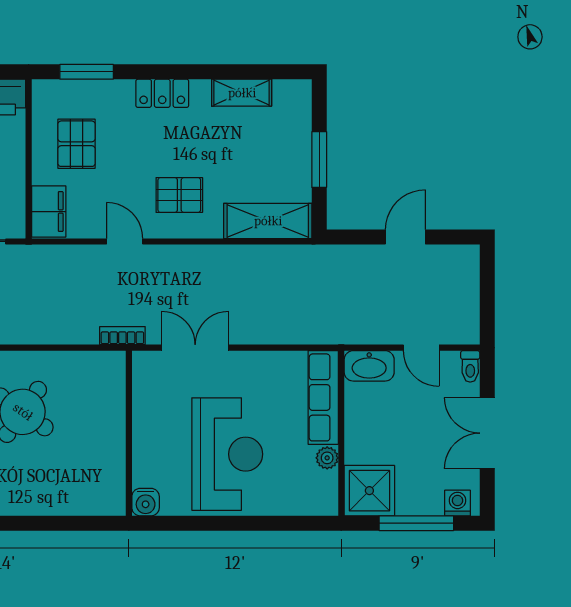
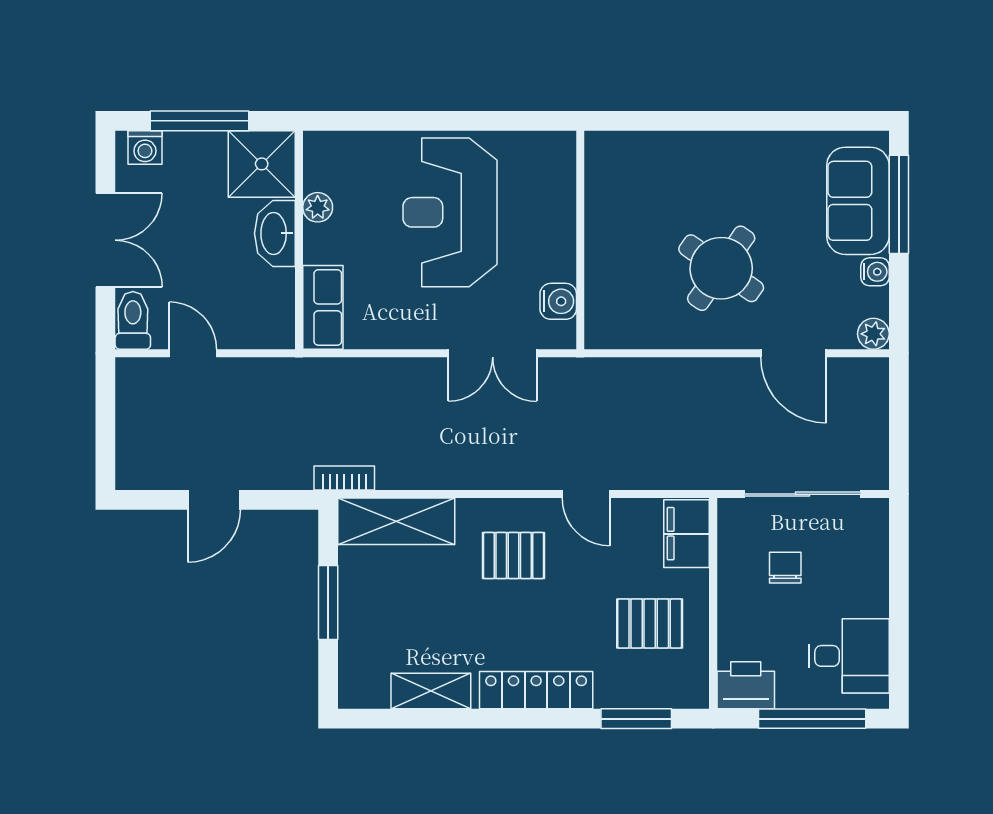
locker: (162, 93) -> (536, 690), width x1.53
pallet: (77, 144) -> (650, 623), turned 90
bookcase: (122, 336) -> (344, 478), moved, turned 180
washbasin: (369, 366) -> (275, 233), moved, turned -90
toilet: (470, 366) -> (133, 320), width x1.37, depth x1.39
row of seats: (323, 397) -> (323, 307), width x0.68
water cooler: (146, 502) -> (558, 301), moved, turned 90

